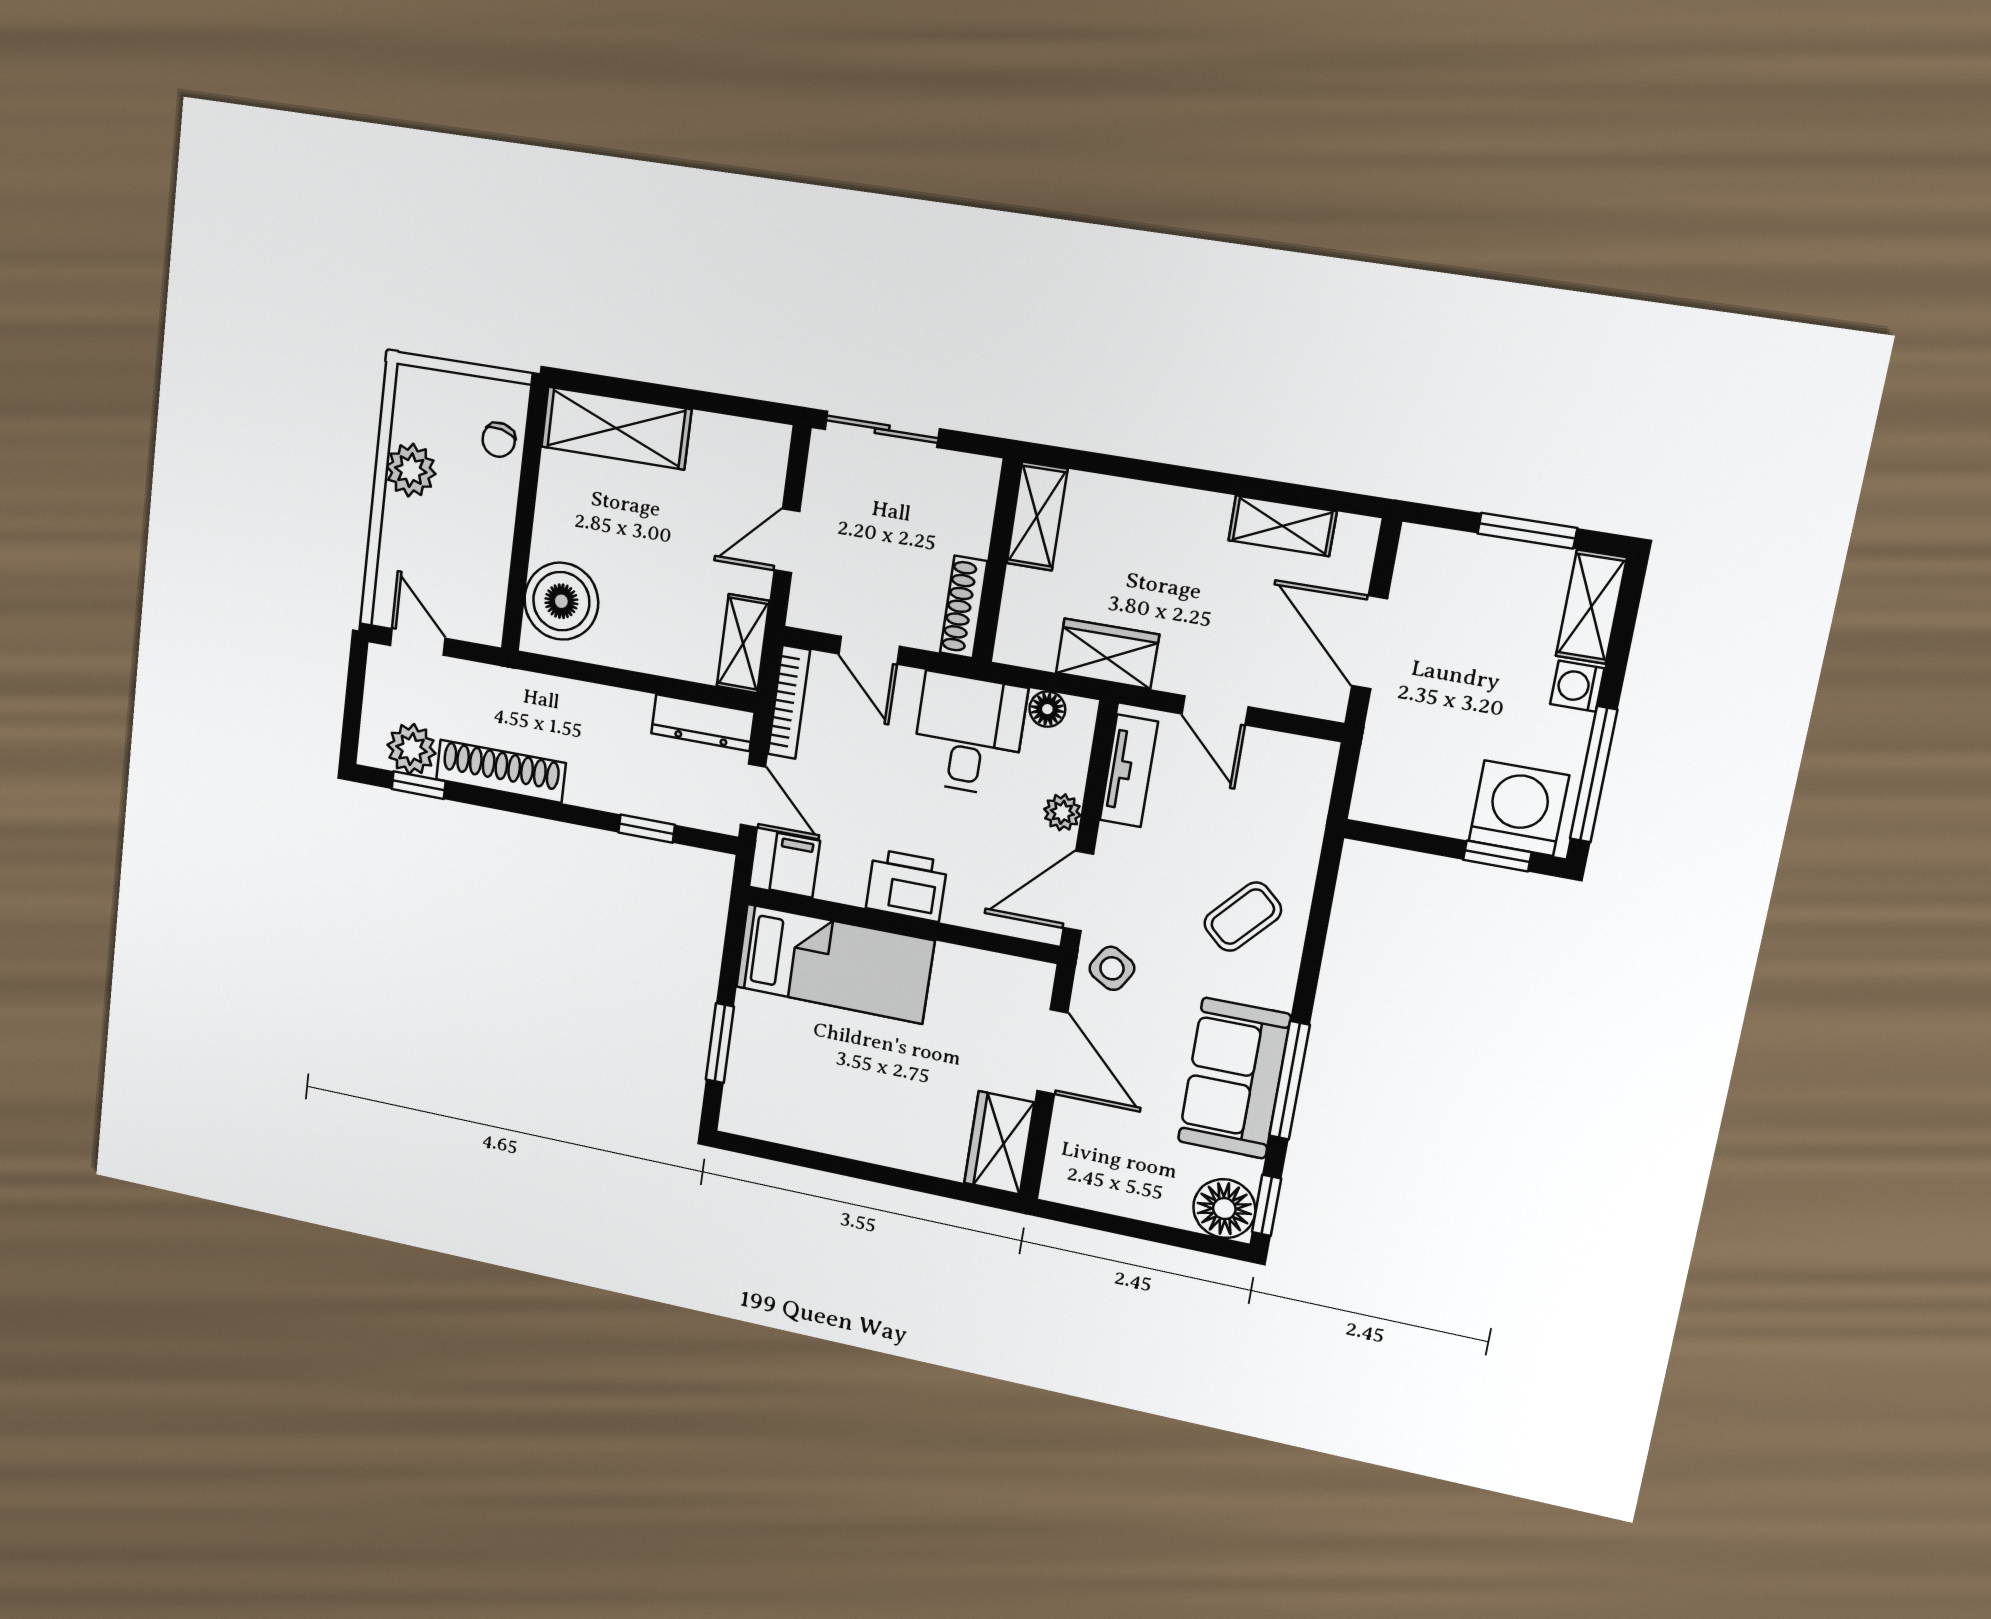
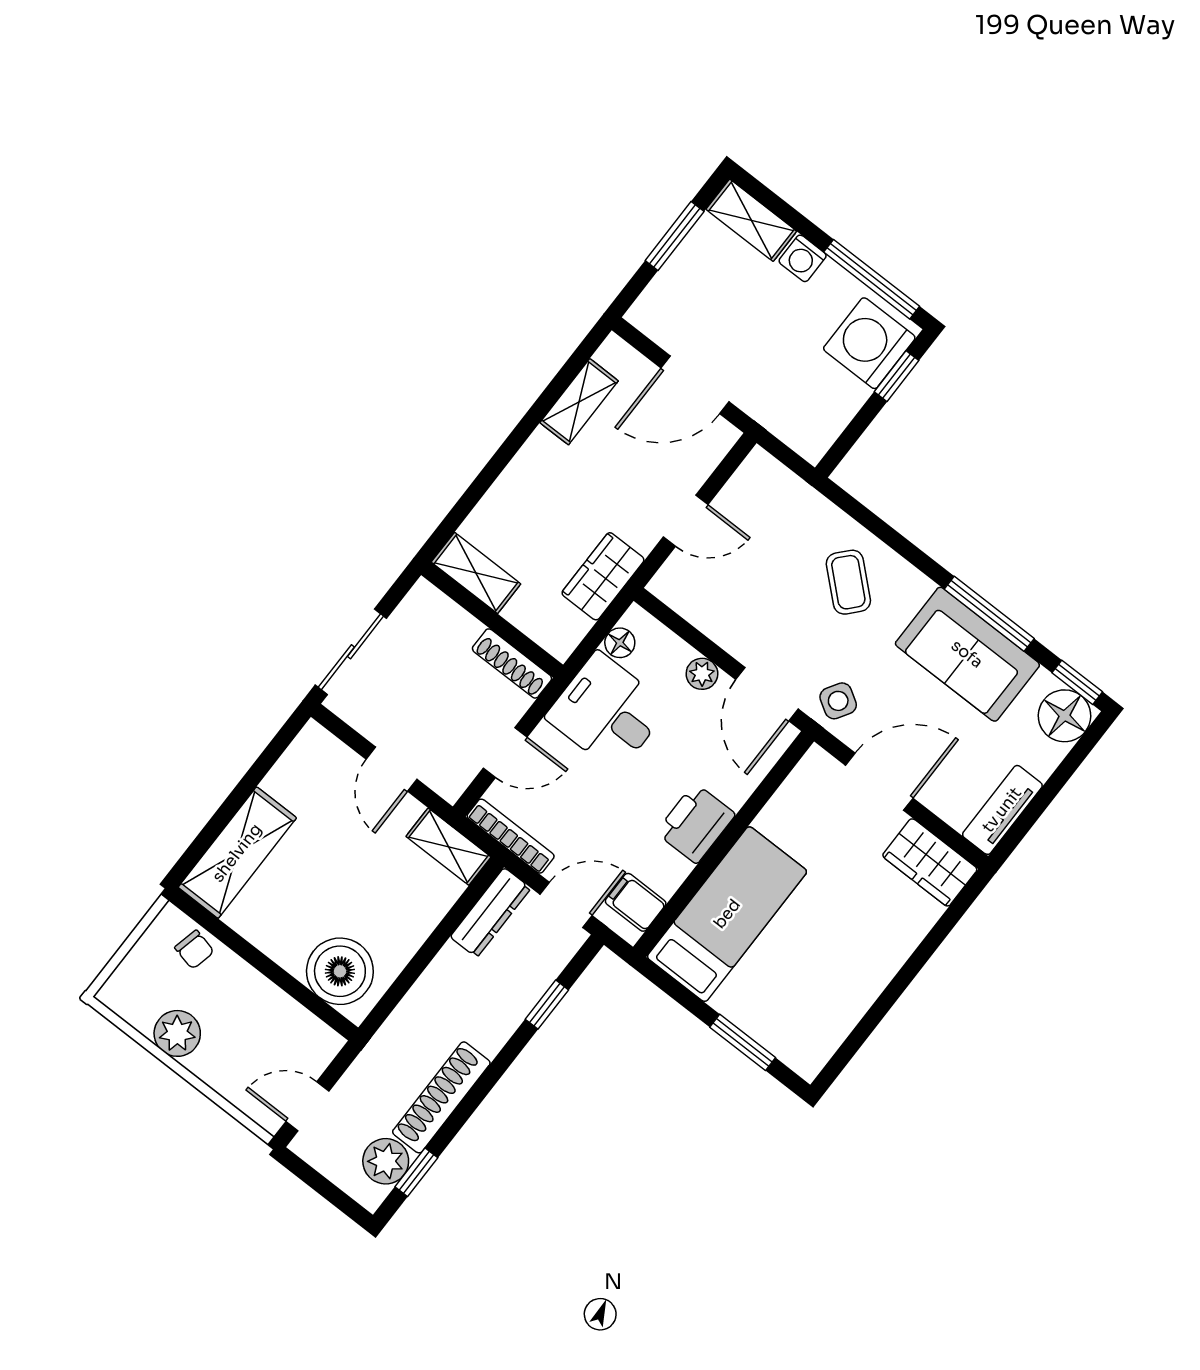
tv unit: (1129, 771) -> (1002, 810), moved, turned -90

